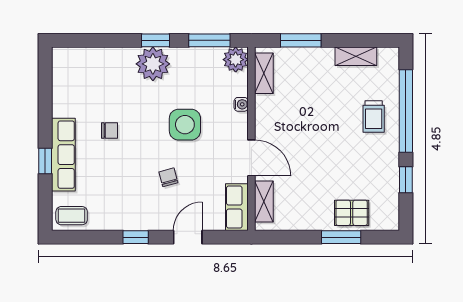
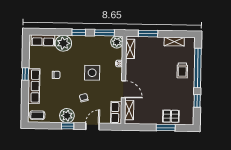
row of seats: (81, 59) -> (43, 40), added
plant: (153, 64) -> (63, 43), moved
window: (45, 161) -> (25, 74), moved
plant: (134, 215) -> (67, 116), added

